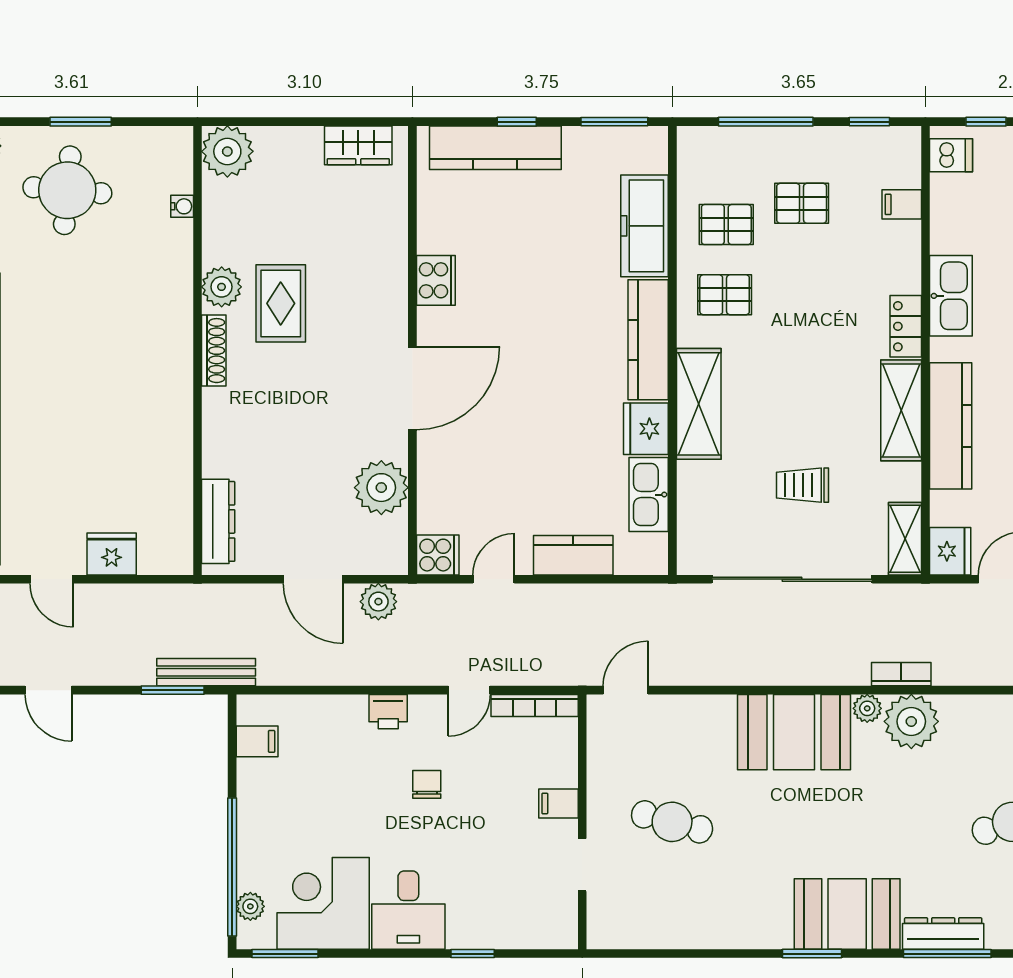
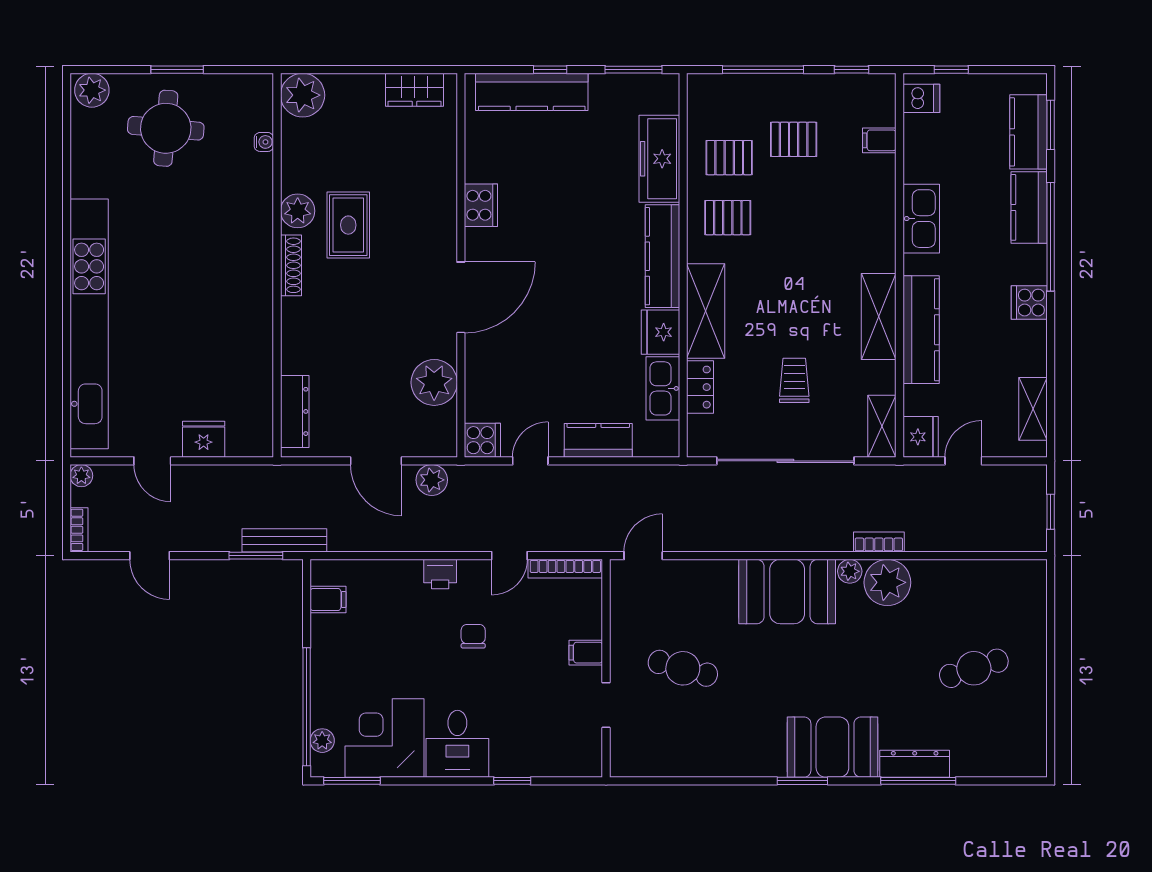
locker: (906, 326) -> (700, 387), moved, turned 180
trolley: (802, 485) -> (794, 380), turned 90

